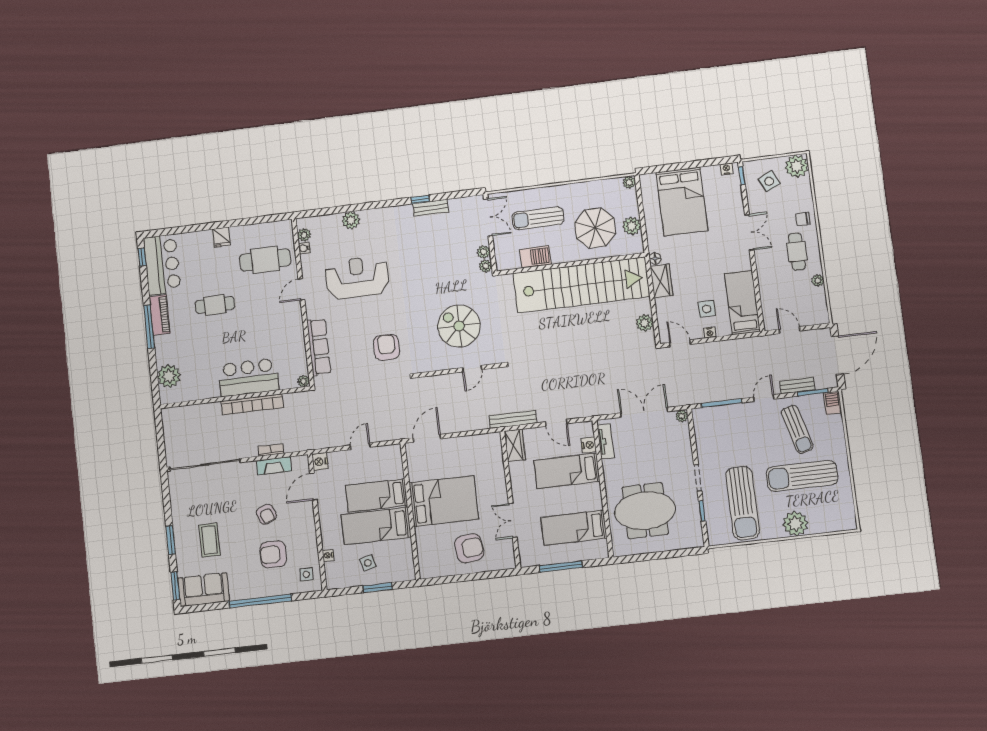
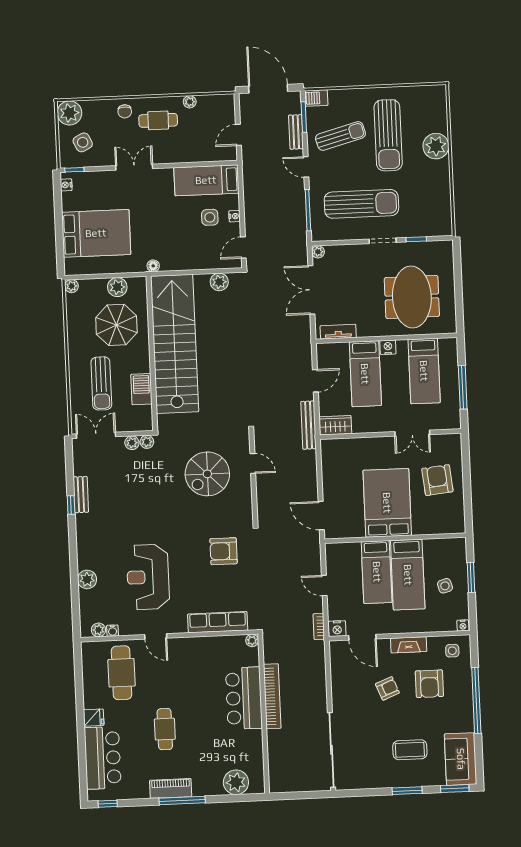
bar counter: (162, 265) -> (103, 758), moved, turned 90
wardrobe: (662, 281) -> (177, 261), removed
nightstand: (589, 445) -> (388, 347), moved
bookcase: (271, 450) -> (319, 626), moved
fireplace: (274, 466) -> (409, 645), moved, turned 90
sun lounger: (743, 503) -> (361, 204), moved
nightstand: (328, 555) -> (463, 625), moved

